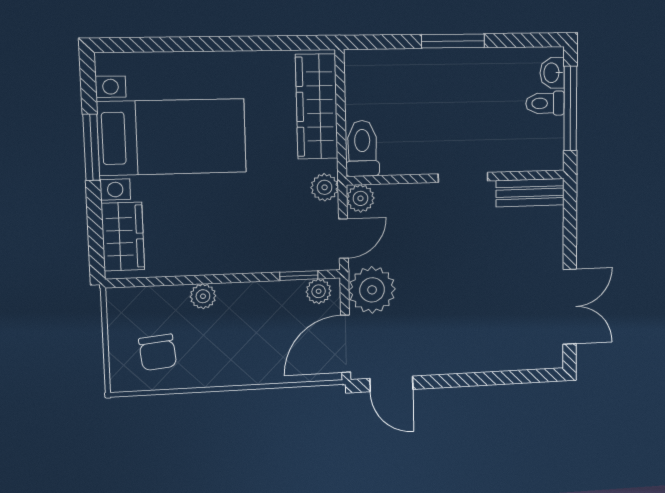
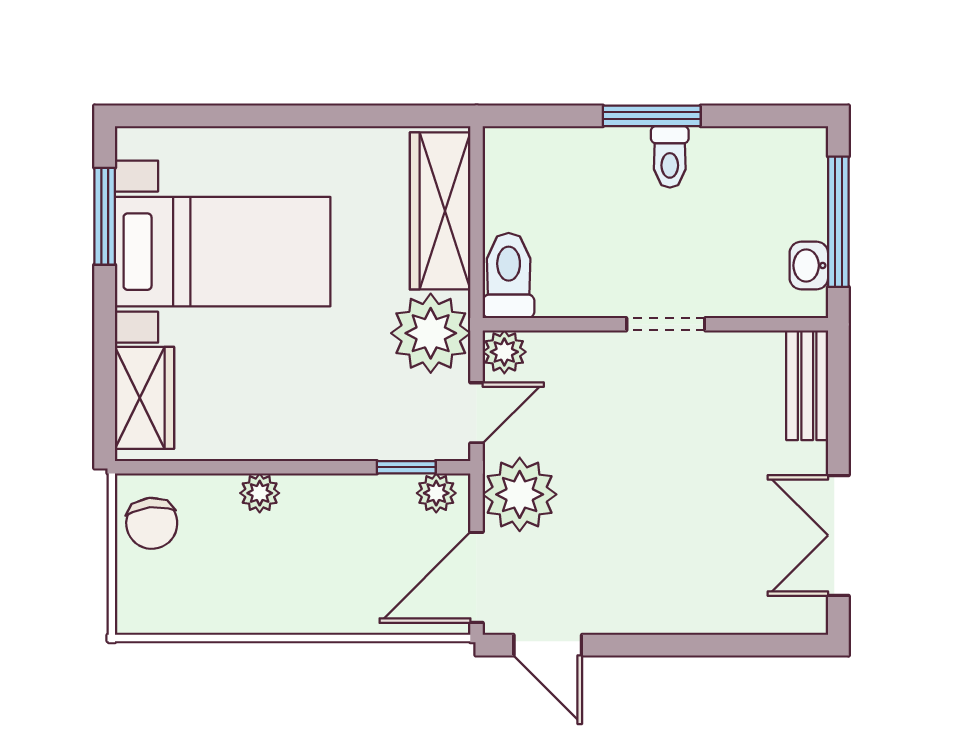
washbasin: (552, 73) -> (809, 265), moved
toilet: (545, 103) -> (670, 157), moved, turned -90
window: (91, 147) -> (105, 216), moved
plant: (325, 187) -> (431, 333), width x1.88, depth x1.88
bench: (530, 193) -> (807, 385), moved, turned 90
double door: (570, 307) -> (838, 535), swing flipped
chair: (158, 352) -> (152, 523), moved

